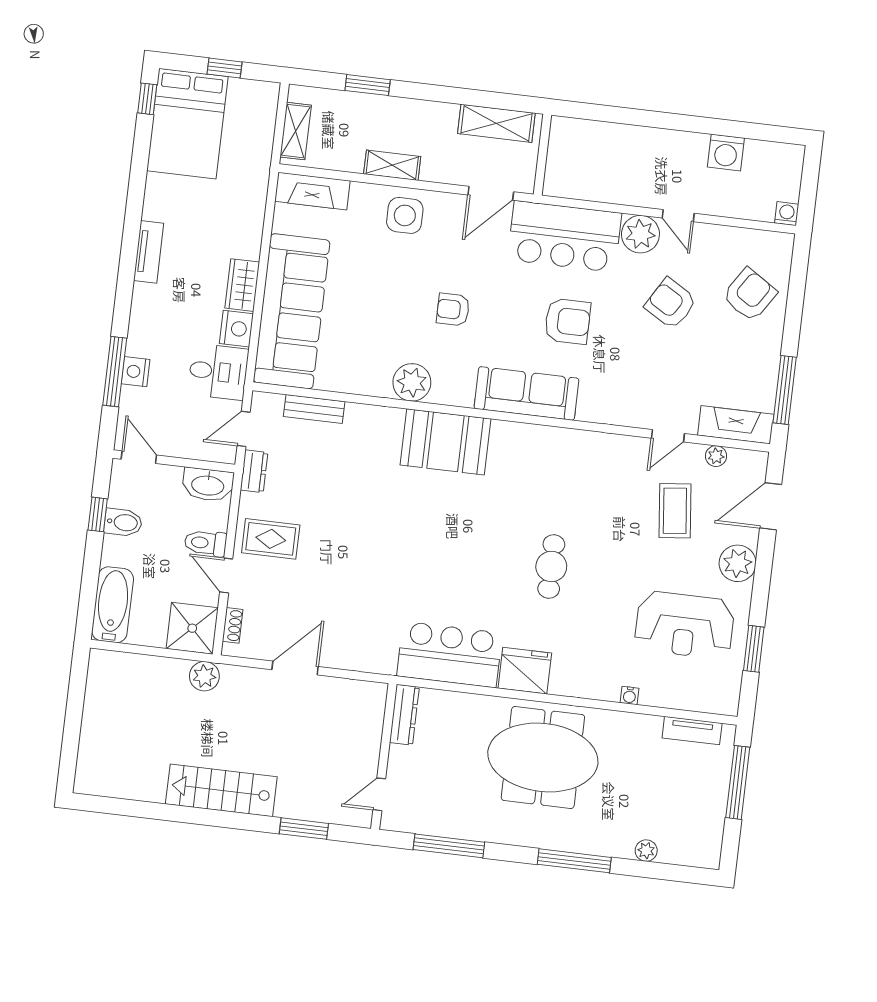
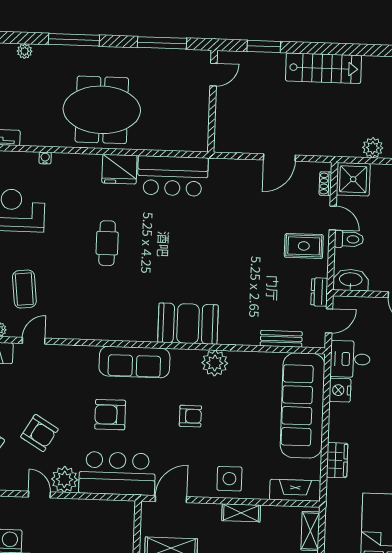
wardrobe: (242, 285) -> (337, 460), moved
plant: (204, 676) -> (373, 148), moved
dresser: (404, 715) -> (201, 131), removed

